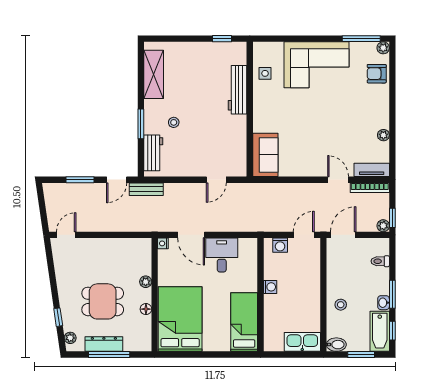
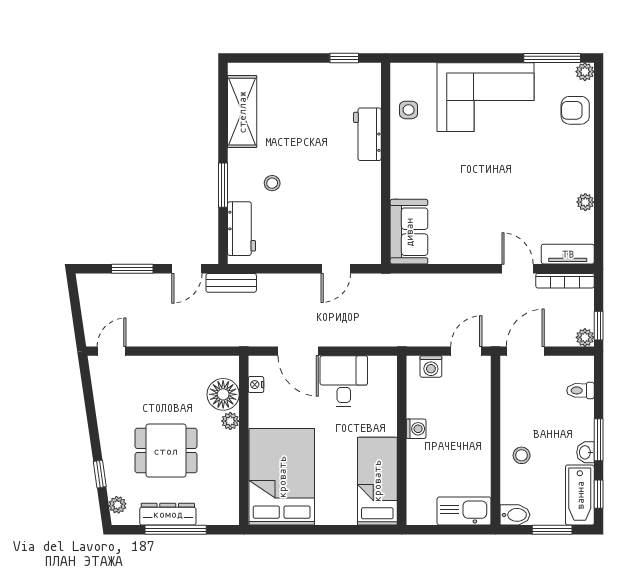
workbench: (238, 90) -> (367, 134), width x0.73
nightstand: (163, 243) -> (256, 385), moved
floor lamp: (146, 309) -> (223, 394), moved, width x1.89, depth x1.89

